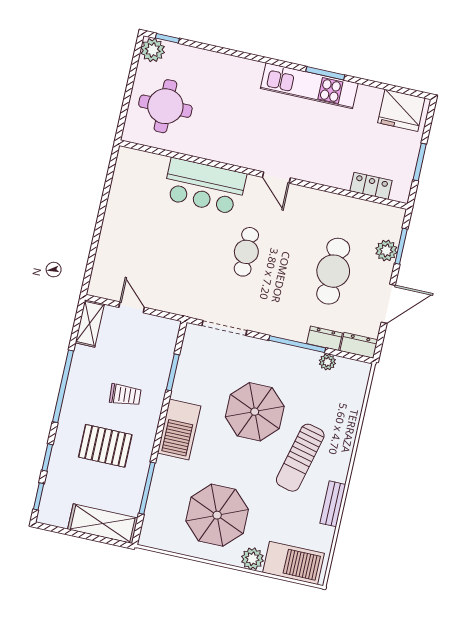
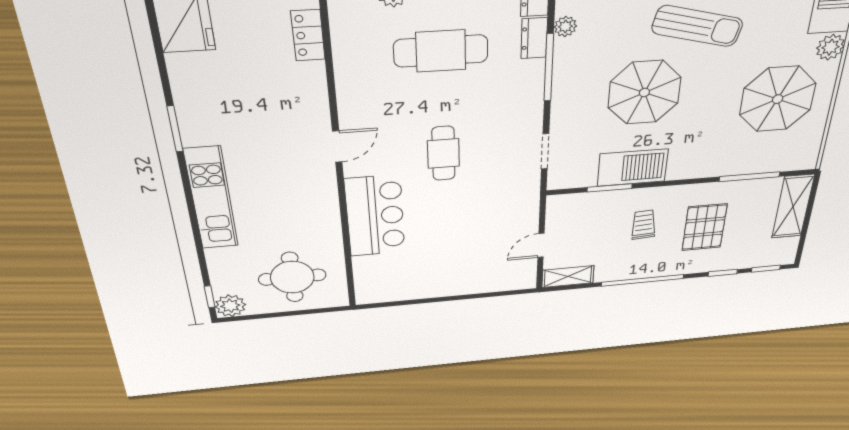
kitchen unit: (309, 86) -> (211, 198), moved
cafe table: (246, 252) -> (443, 153), turned 90
doorway: (224, 328) -> (545, 151), width x0.73
barbecue: (179, 430) -> (633, 168), moved

